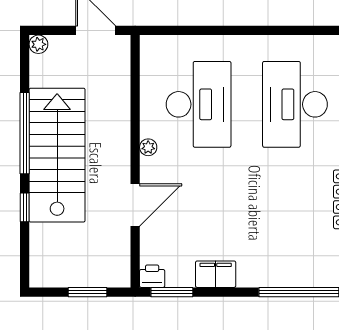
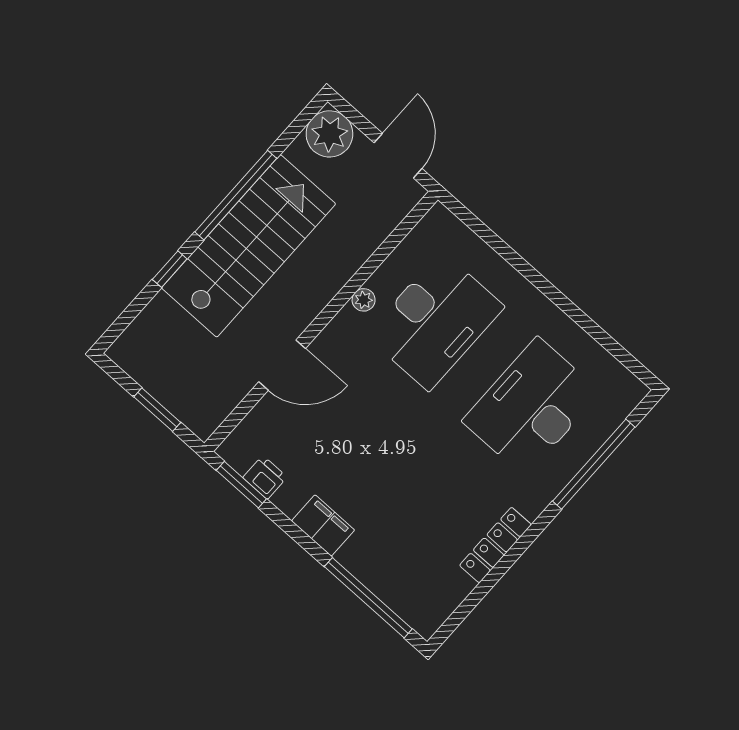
plant: (38, 44) -> (329, 134), width x1.87, depth x1.87
plant: (148, 147) -> (364, 300), moved
filing cabinet: (216, 274) -> (323, 526), moved
printer: (152, 276) -> (265, 477), moved

